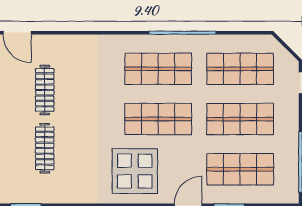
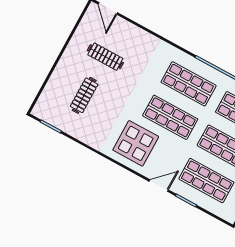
clothes rail: (45, 90) -> (105, 57), turned 90

